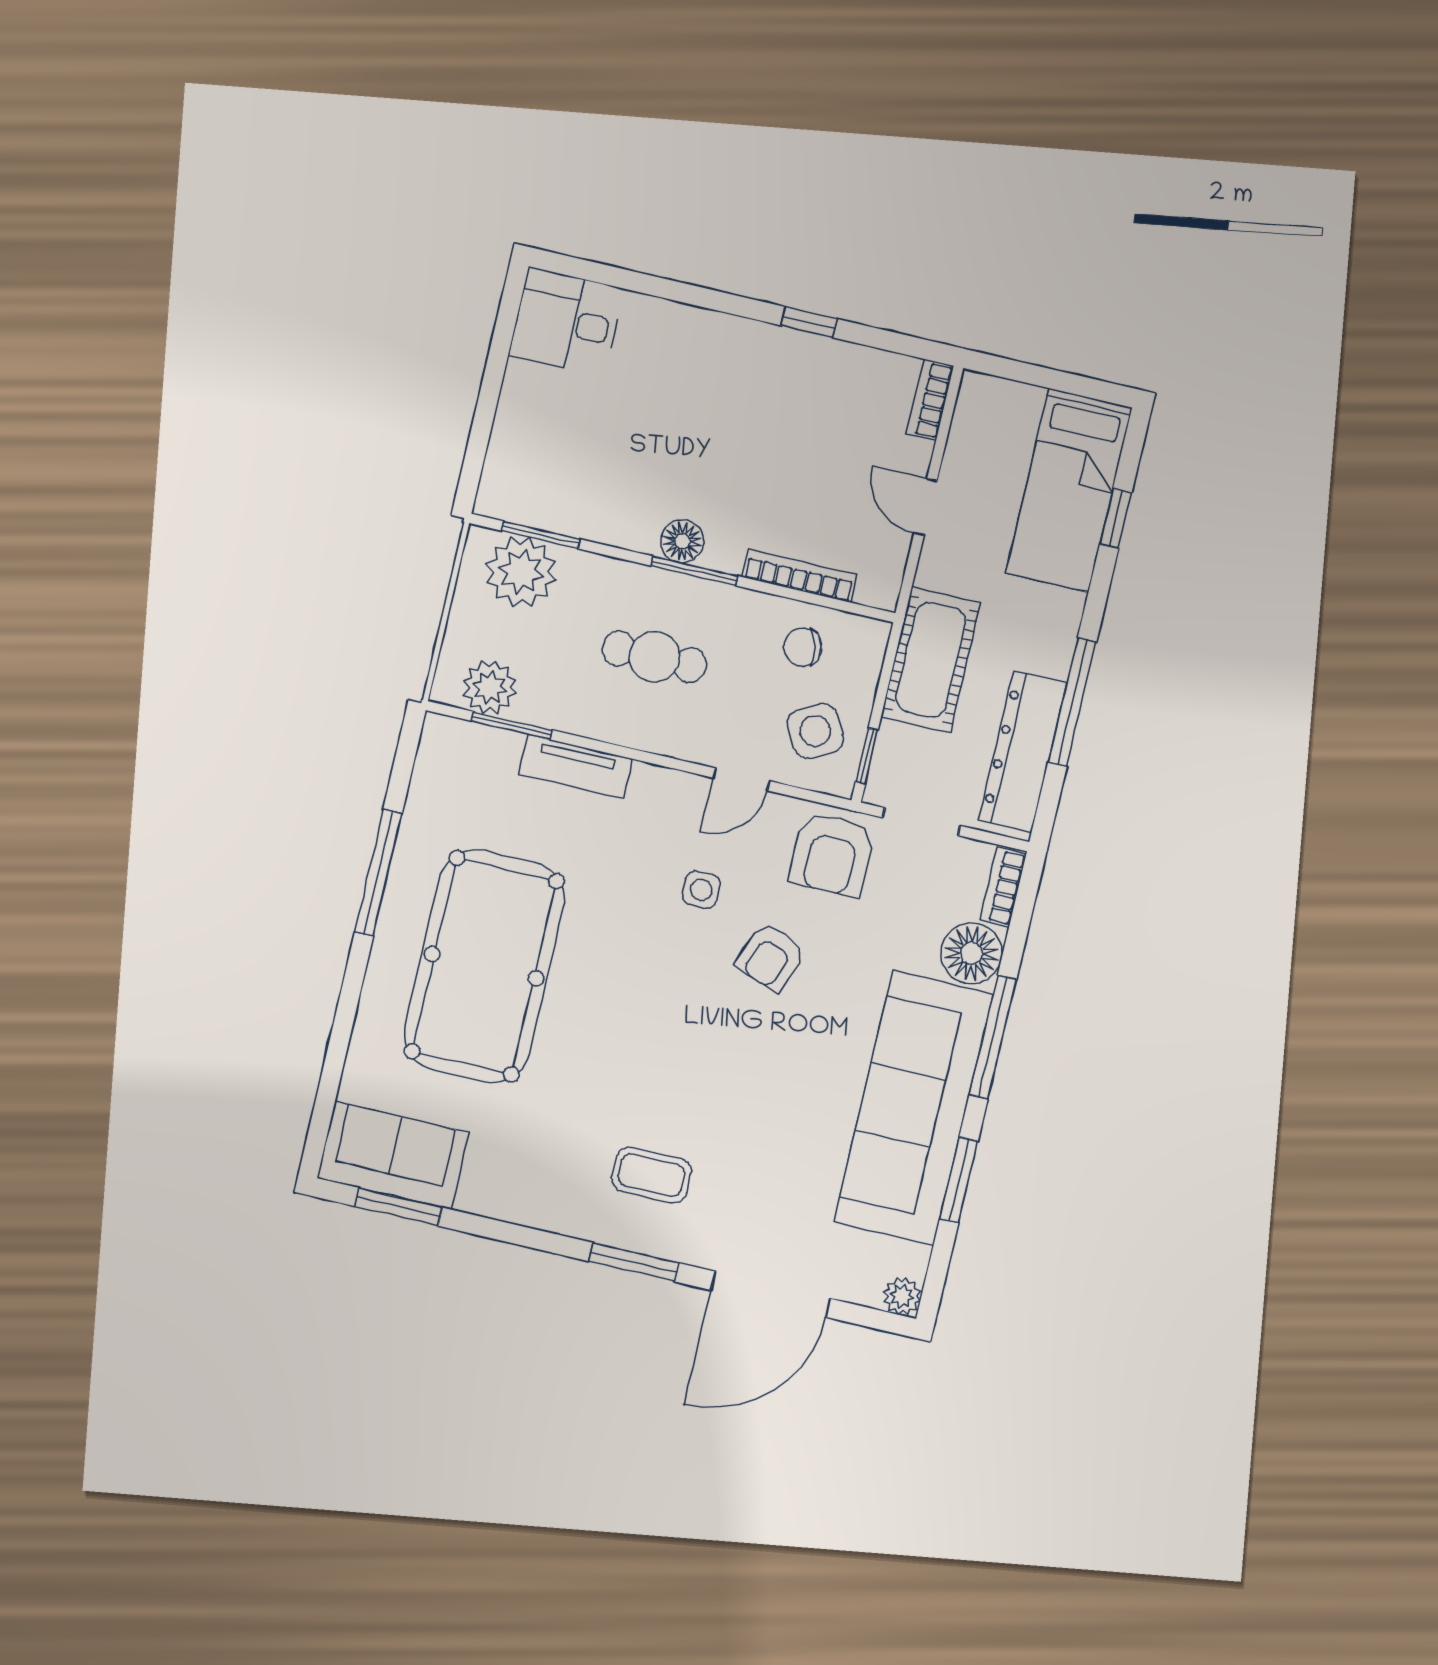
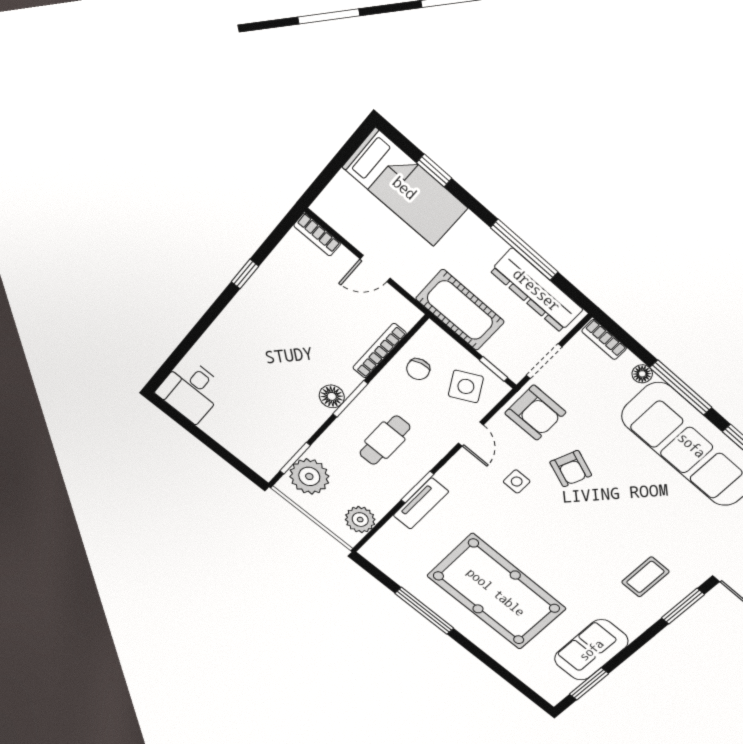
window: (512, 726) -> (418, 487), moved
floor lamp: (971, 953) -> (642, 374), width x0.53, depth x0.53
sofa: (393, 1155) -> (591, 650), moved

